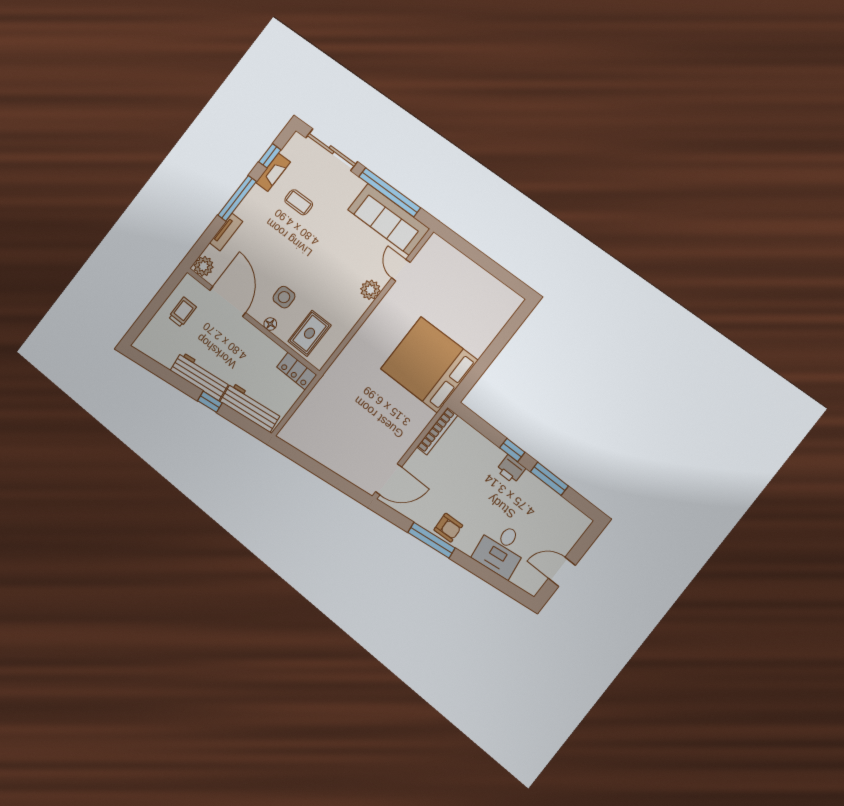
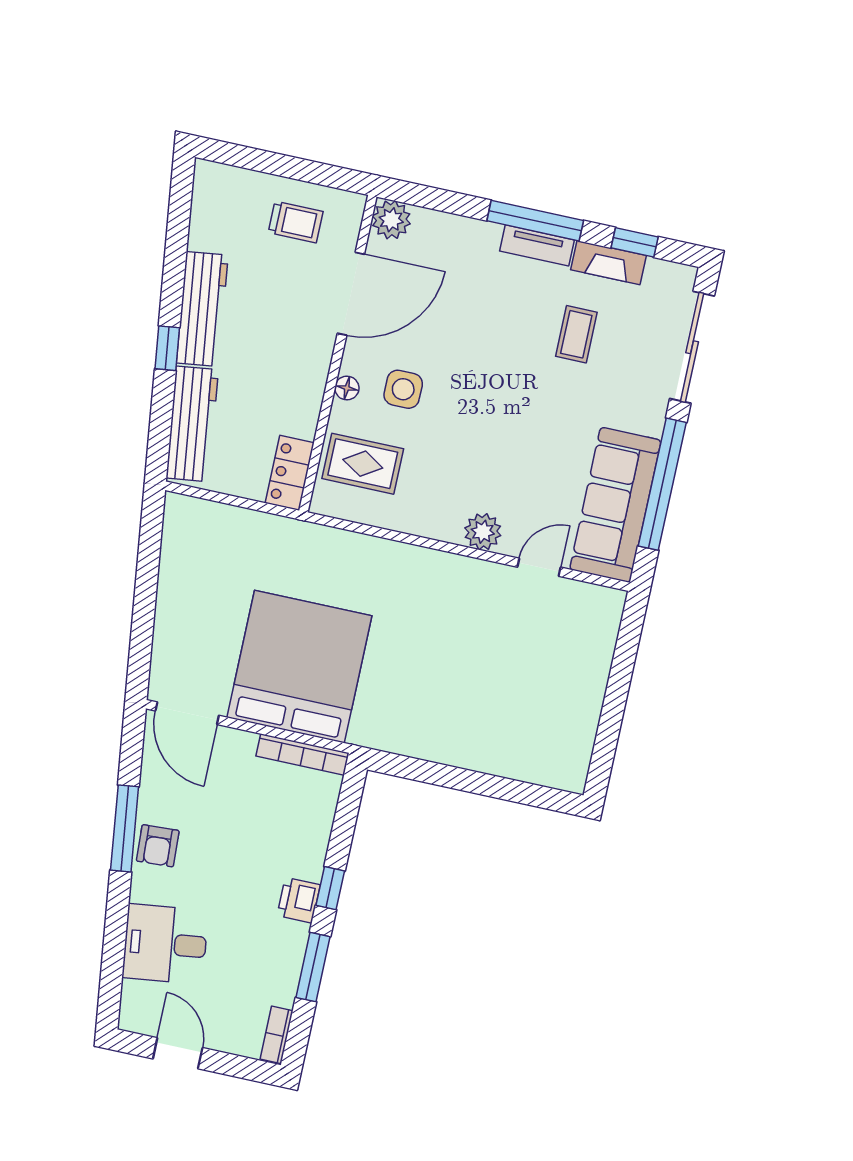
tv unit: (226, 232) -> (537, 245), moved
bed: (429, 365) -> (299, 667), moved
bookcase: (576, 515) -> (276, 1035), added

